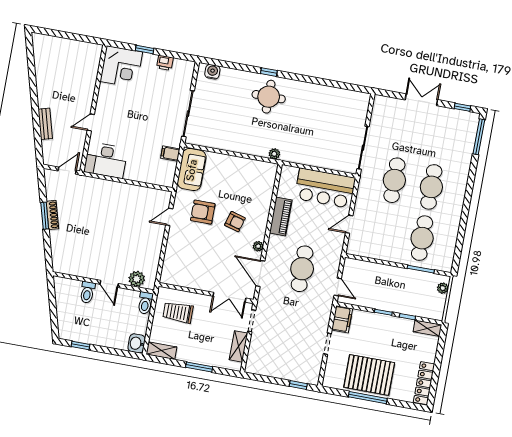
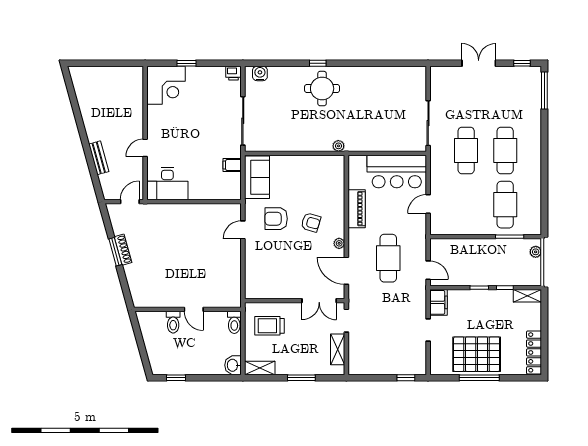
printer: (165, 63) -> (233, 73), moved
plant: (137, 279) -> (221, 299), removed

